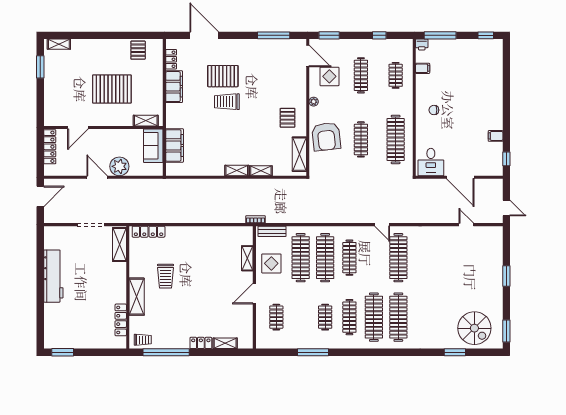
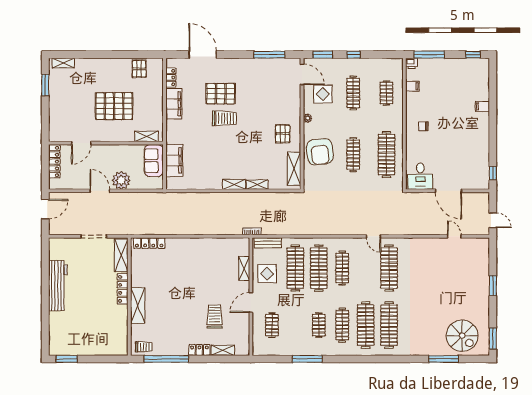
window: (379, 35) -> (354, 55), moved
trolley: (227, 102) -> (224, 118), turned 180
filing cabinet: (496, 136) -> (482, 106), moved
trolley: (166, 276) -> (215, 316), moved, turned 180
locker: (121, 320) -> (123, 289), moved
window: (455, 352) -> (443, 359), width x1.44

